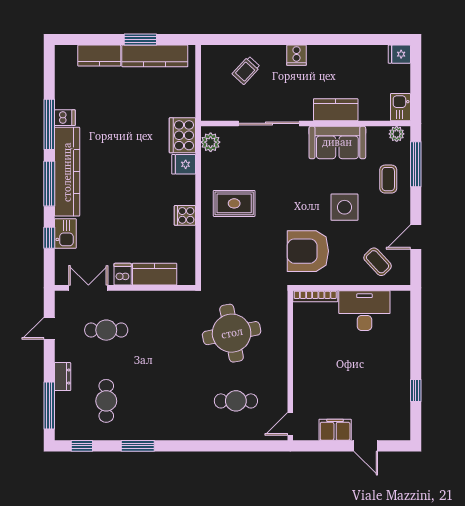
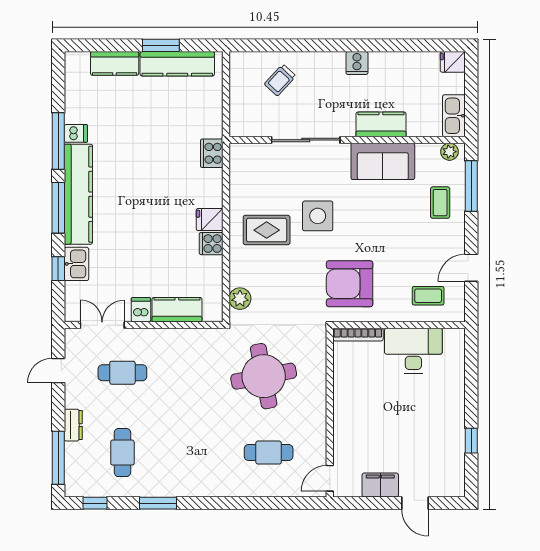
cooker: (297, 55) -> (357, 63), moved
kitchen sink: (400, 107) -> (454, 116), width x1.38
cooker: (182, 135) -> (212, 153), width x0.73, depth x0.76
plant: (211, 142) -> (240, 299), moved
fridge: (184, 164) -> (210, 220), moved
side table: (344, 207) -> (318, 216), moved
coffee table: (378, 262) -> (428, 296), turned -47

